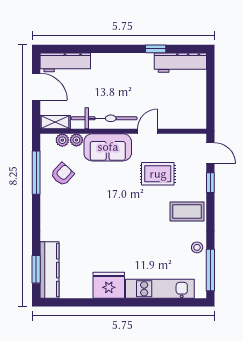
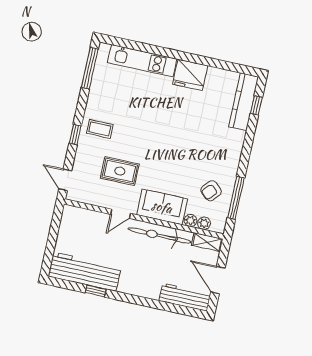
workbench: (180, 63) -> (85, 272), width x1.36, depth x1.32
window: (210, 183) -> (75, 135), moved
coffee table: (187, 211) -> (100, 129), width x0.73, depth x0.77
stool: (197, 247) -> (98, 92), removed
window: (36, 269) -> (256, 105), width x0.67

